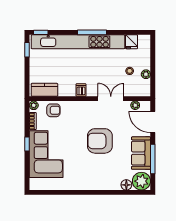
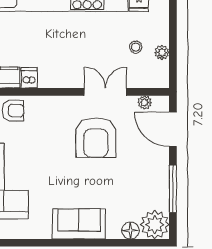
dishwasher: (81, 90) -> (29, 78), moved
armchair: (100, 141) -> (96, 138), moved, turned -90
sofa: (141, 153) -> (79, 224), moved, turned 90

